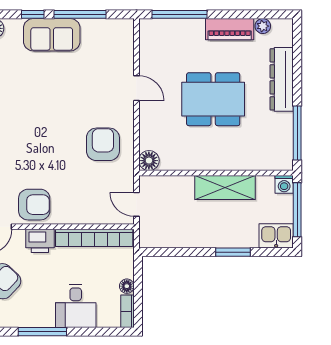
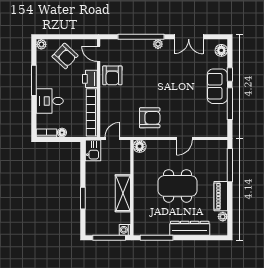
dining table: (213, 99) -> (178, 186), turned 90
kitchen sink: (276, 236) -> (93, 150), moved

